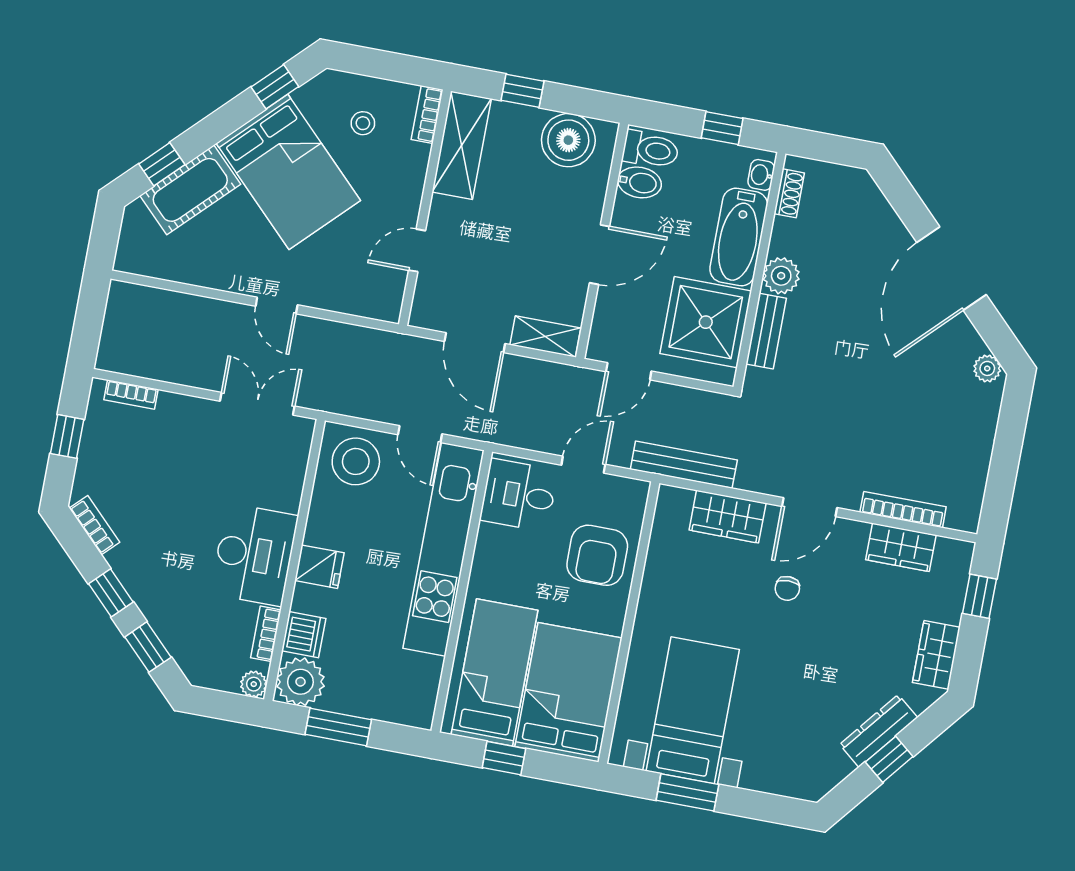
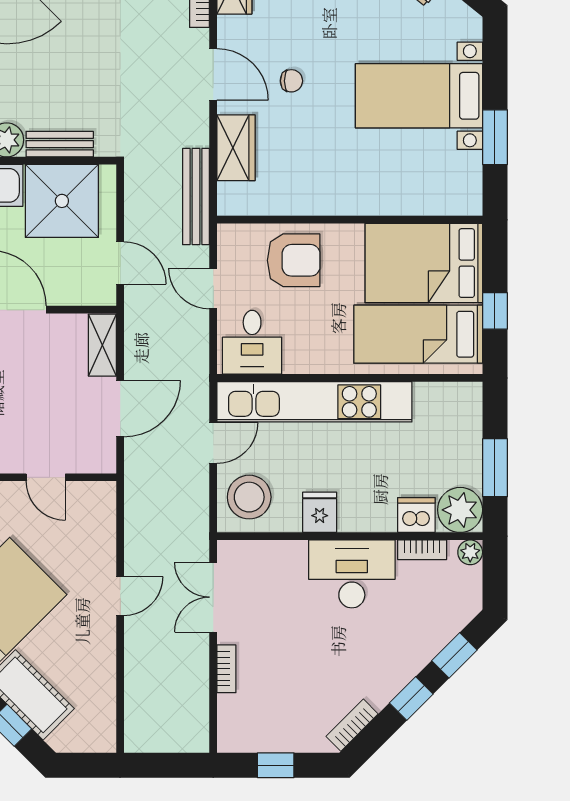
bookcase: (131, 395) -> (226, 669), moved
fridge: (319, 567) -> (320, 512), moved
bed with nightstands: (693, 710) -> (419, 96), moved

